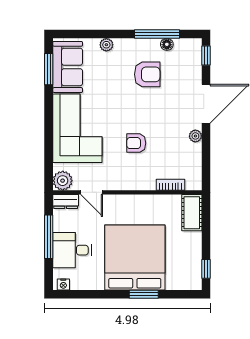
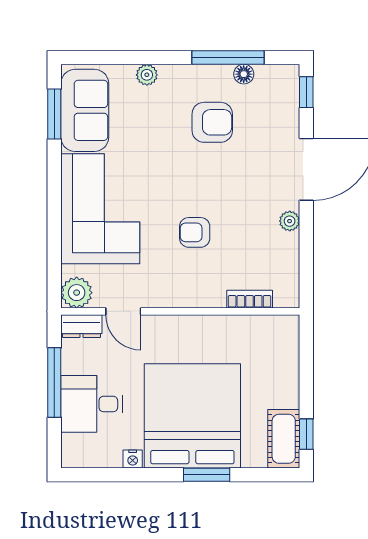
cot: (192, 213) -> (284, 439), moved
nightstand: (63, 284) -> (133, 459), moved

